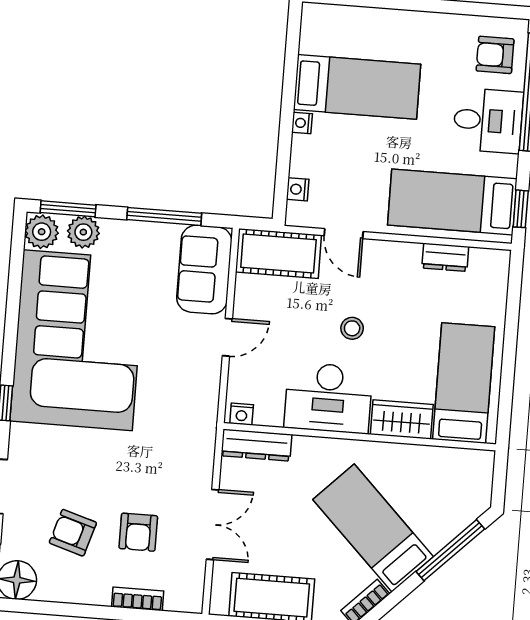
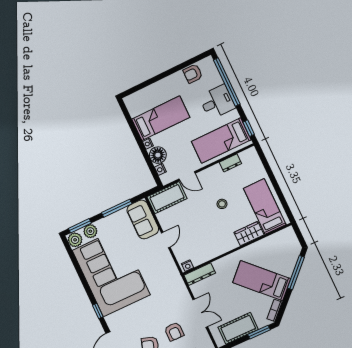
armchair: (495, 55) -> (193, 74), moved
floor lamp: (309, 157) -> (158, 155), added
stool: (352, 328) -> (222, 204), moved
desk: (328, 398) -> (217, 241), removed

